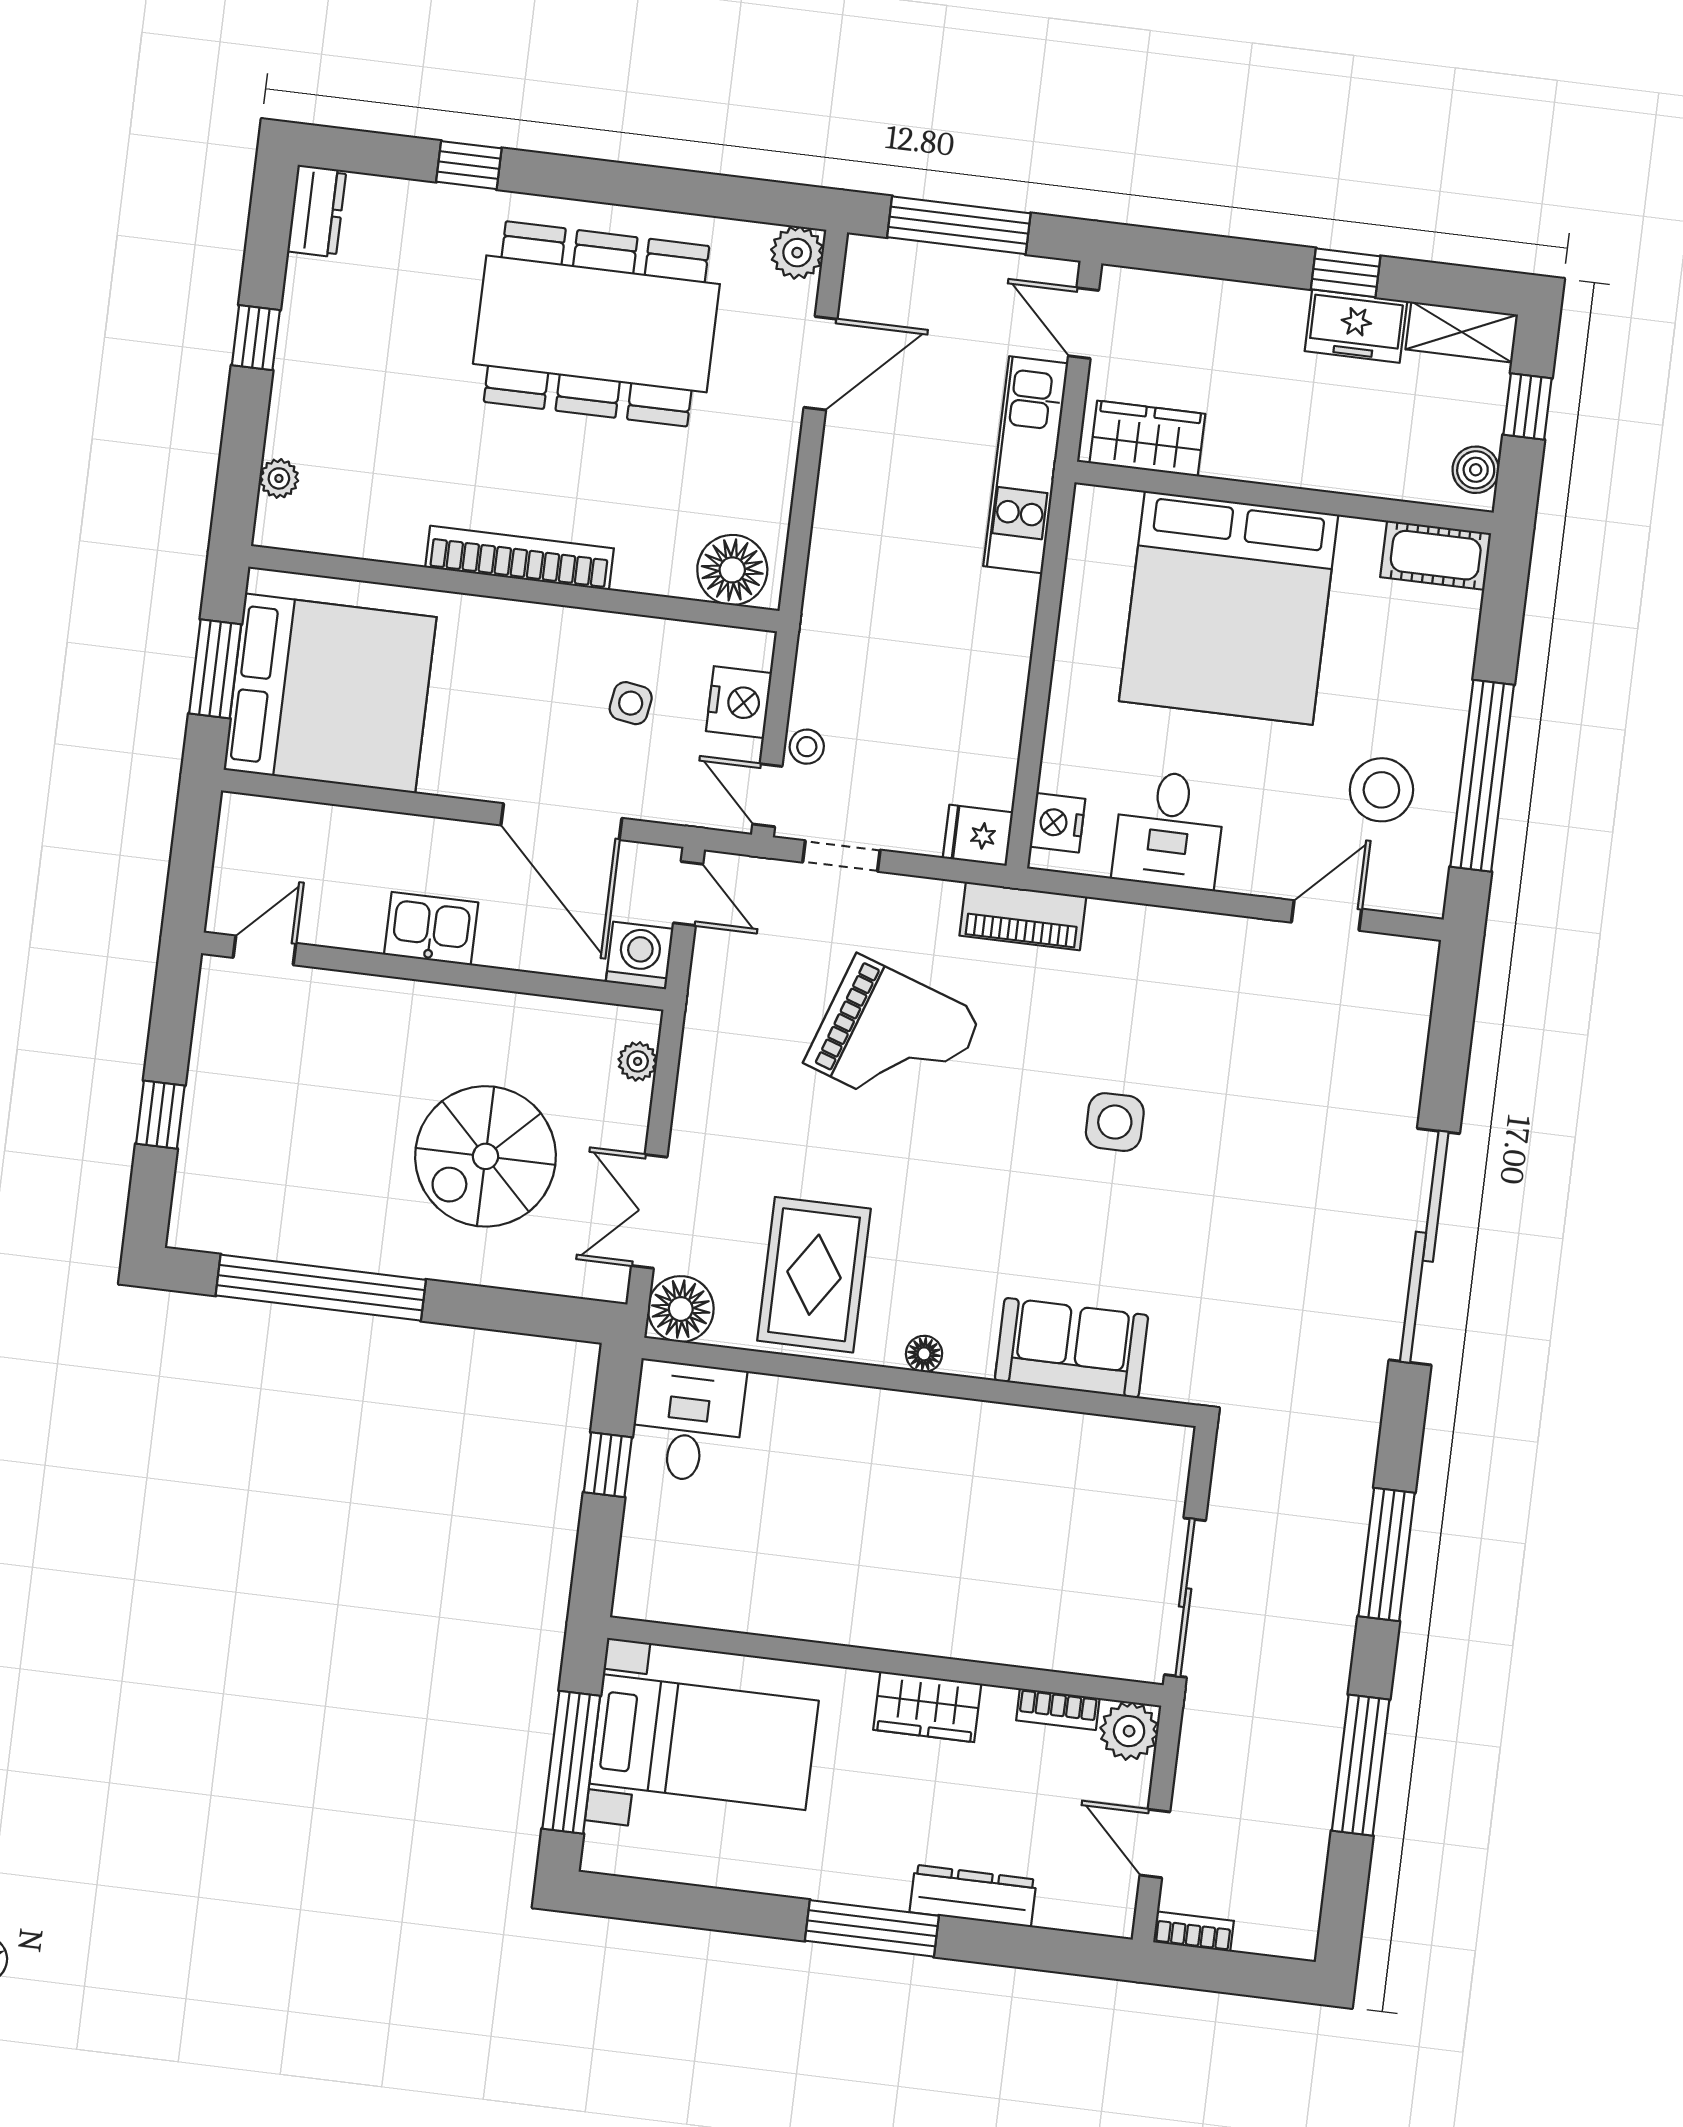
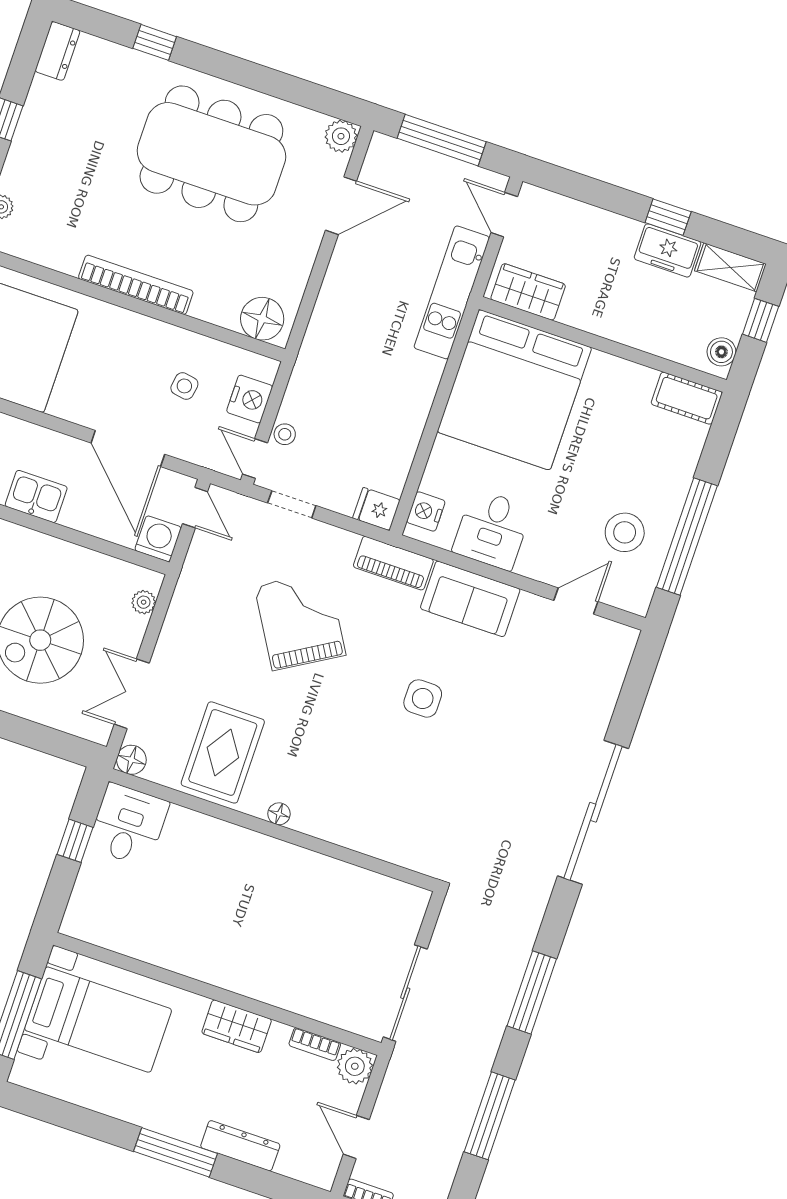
bed: (1229, 608) -> (514, 390), moved
grand piano: (893, 1039) -> (300, 621), turned -140
floor lamp: (681, 1309) -> (131, 760), width x0.73, depth x0.73
sofa: (1071, 1348) -> (470, 599), moved, turned 180

